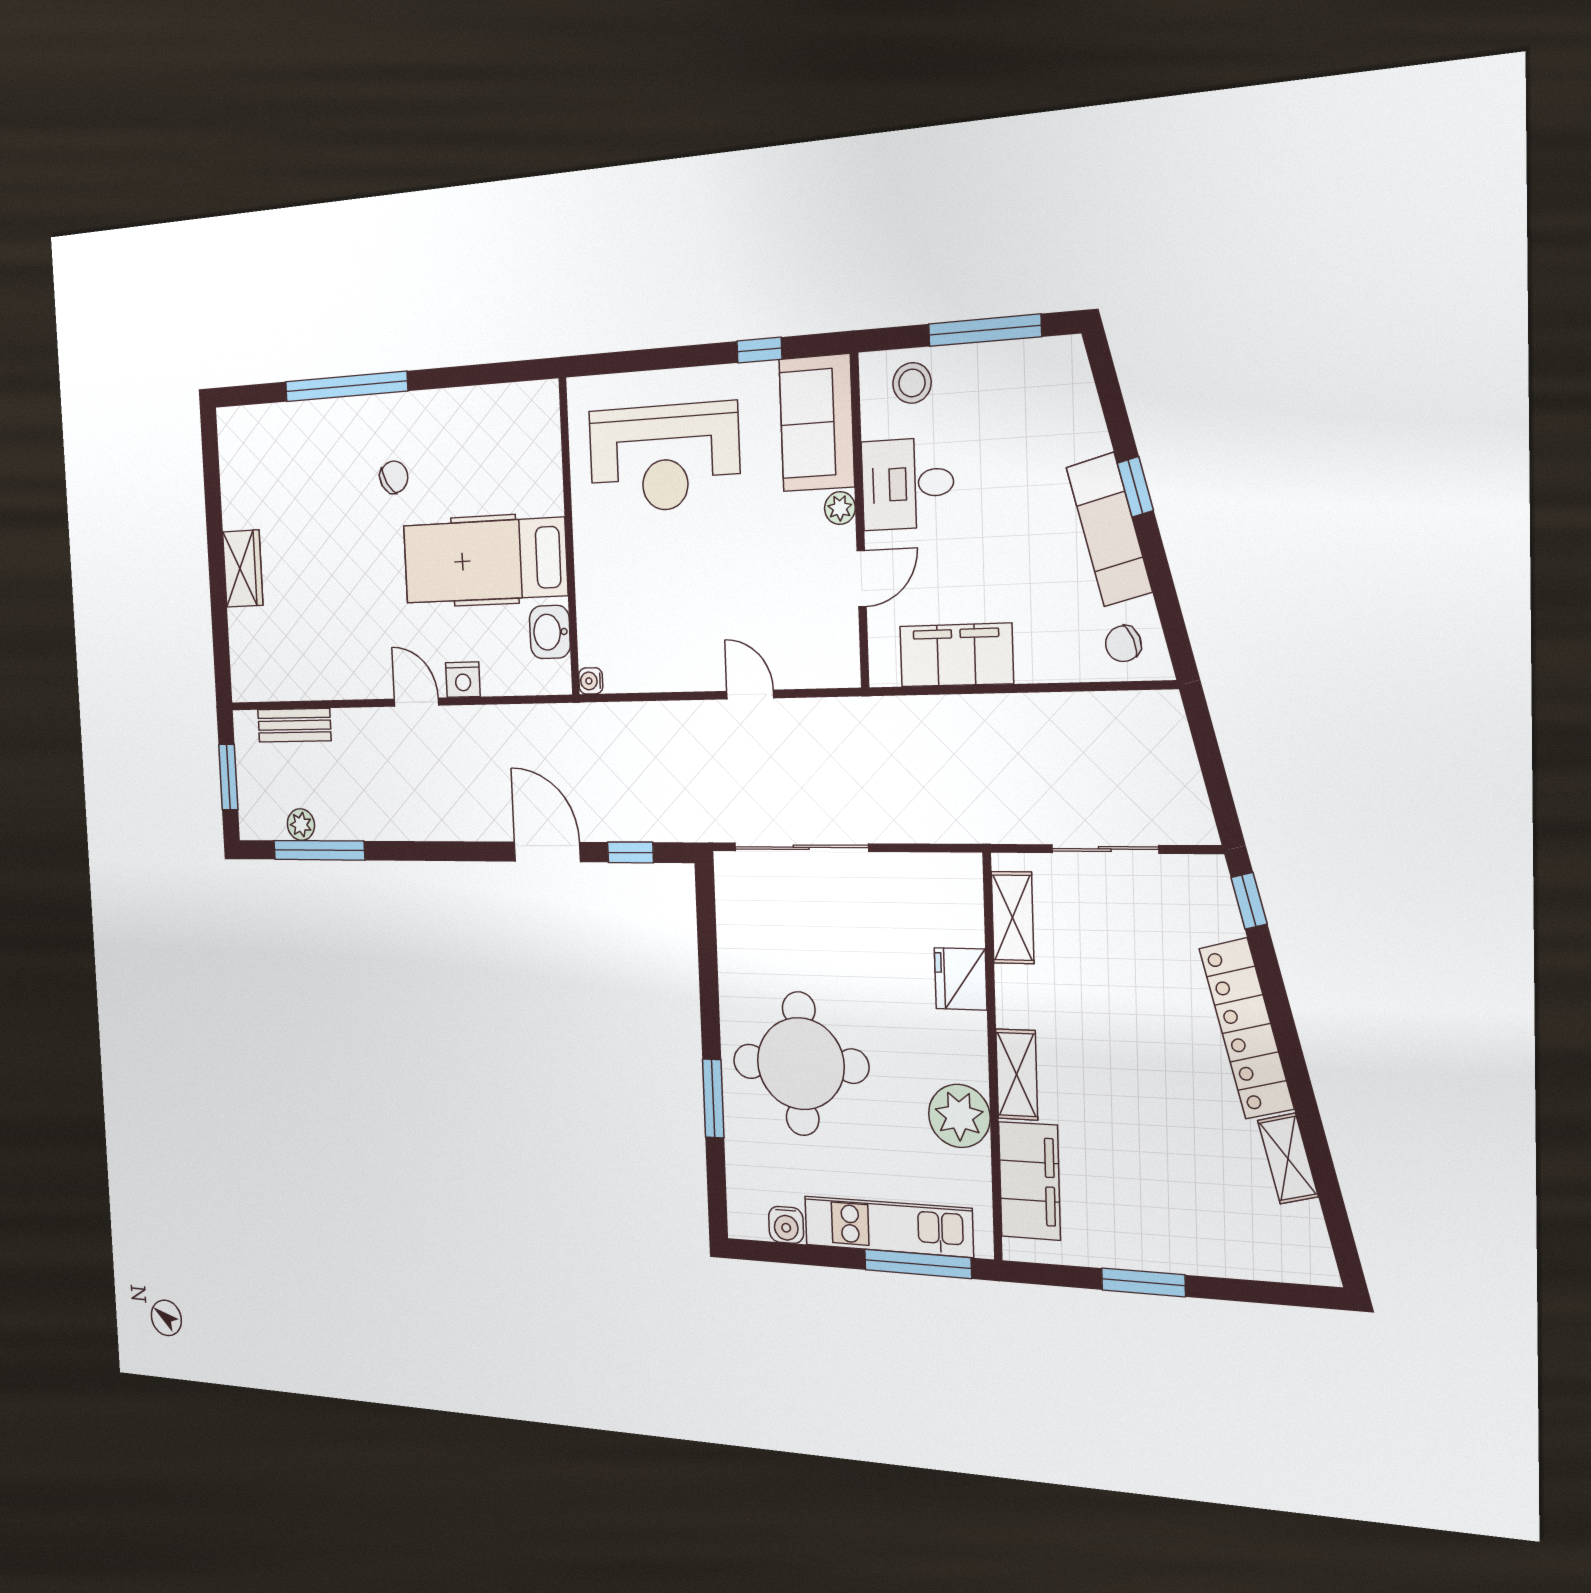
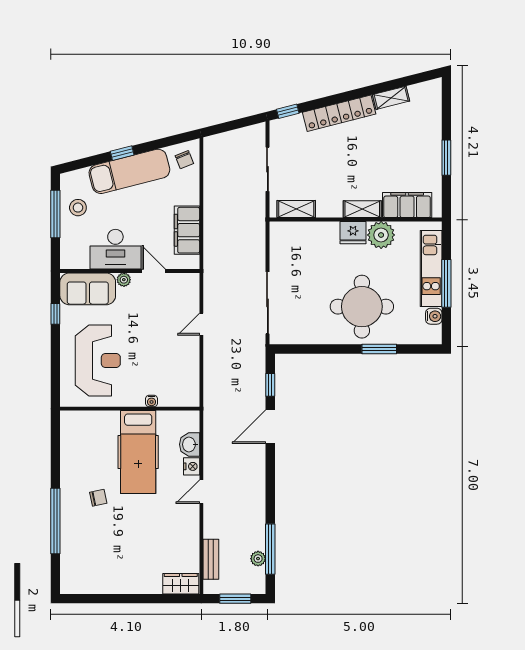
stool: (912, 383) -> (78, 208), moved
chair: (394, 477) -> (98, 498), turned 109
desk: (908, 484) -> (115, 249), width x1.37
exam couch: (1109, 530) -> (129, 171), width x1.36, depth x1.45
wardrobe: (243, 569) -> (181, 584), moved
washbasin: (550, 632) -> (190, 444), moved, turned 90
water cooler: (591, 681) -> (152, 401), moved
fridge: (961, 979) -> (353, 233), moved
window: (918, 1264) -> (446, 283), moved

